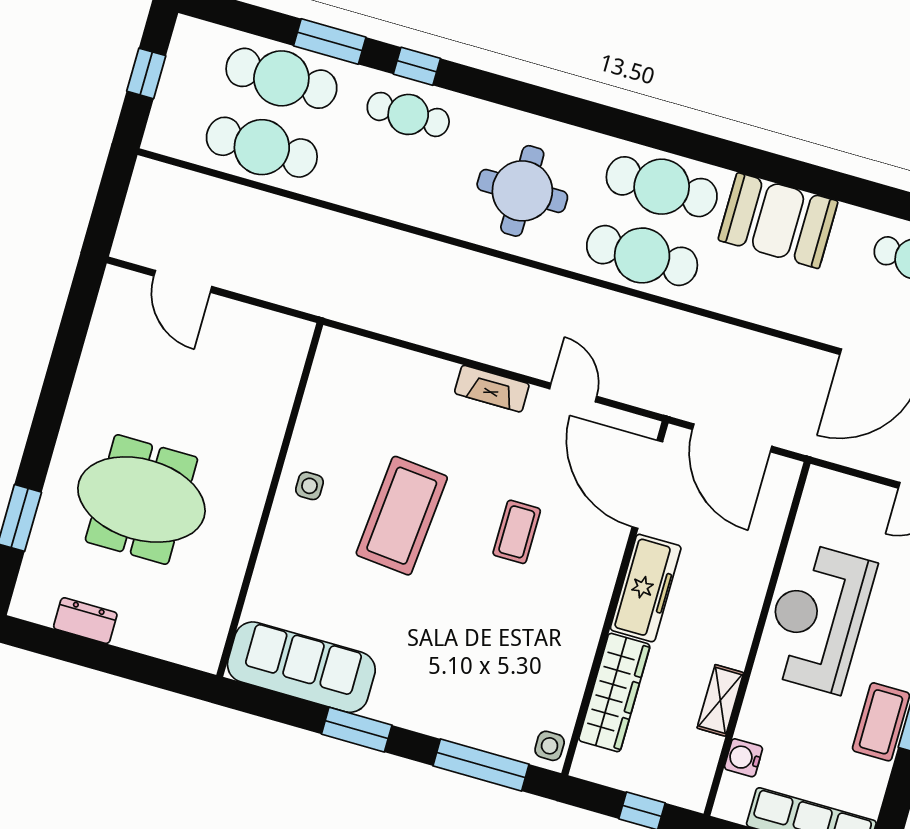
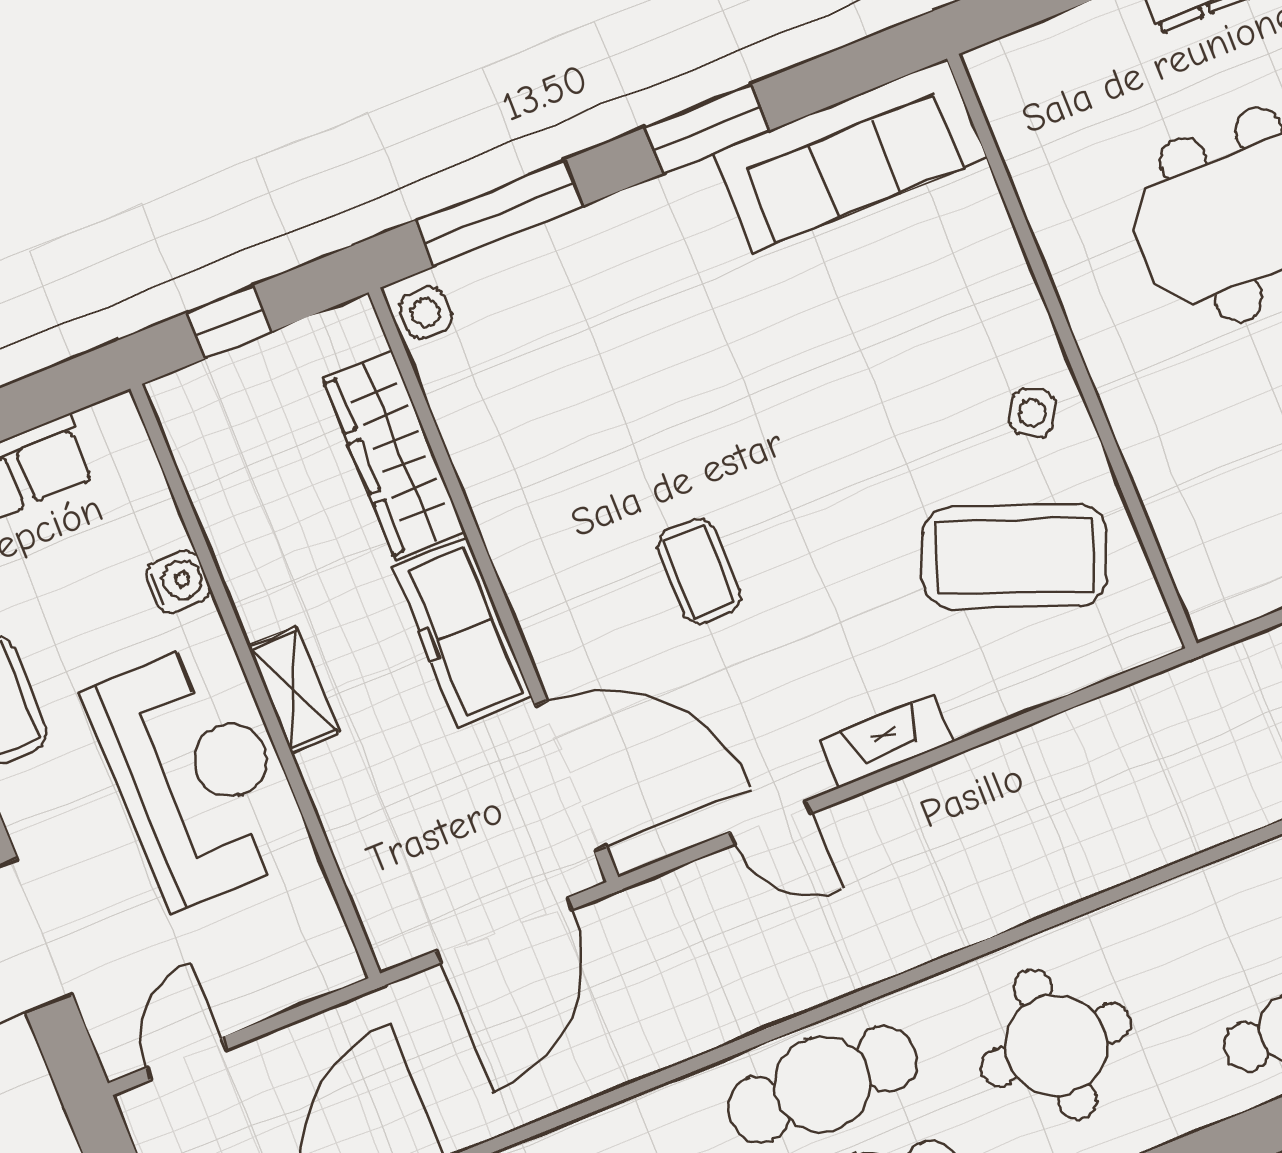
door: (732, 438) -> (504, 930), swing flipped
side table: (309, 486) -> (1033, 413), turned 30
coffee table: (402, 516) -> (1015, 556), moved, turned -74
shelving: (720, 700) -> (293, 690), moved
water cooler: (743, 758) -> (178, 581), moved

